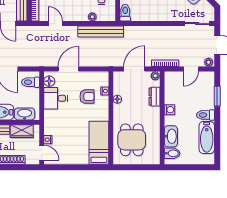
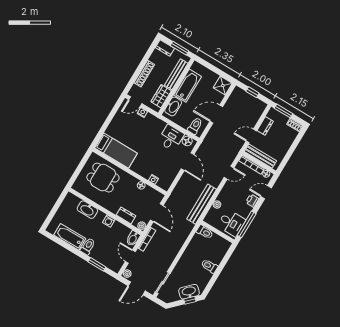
armchair: (87, 97) -> (157, 163), removed
bidet: (172, 153) -> (133, 238), moved

